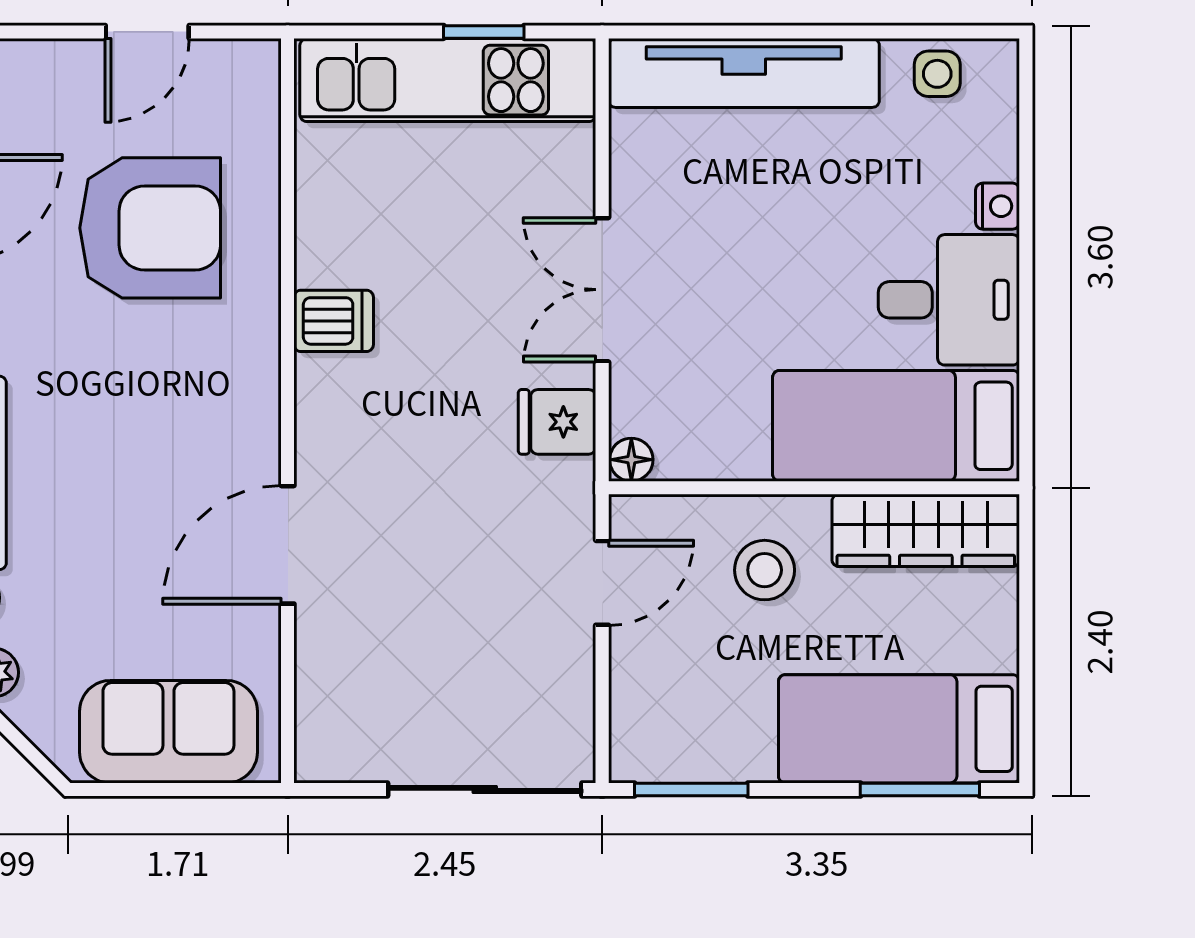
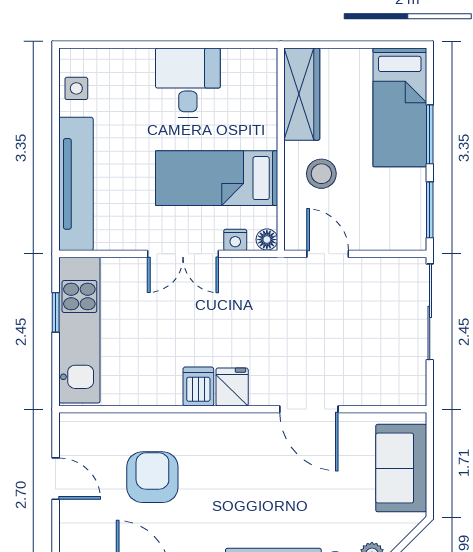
nightstand: (998, 206) -> (235, 240), moved, turned 180
armchair: (150, 228) -> (152, 477), width x0.73, depth x0.73
fridge: (557, 422) -> (232, 387), moved, turned 180
bed: (896, 426) -> (217, 178), moved, turned 90
window: (920, 789) -> (430, 134), moved

